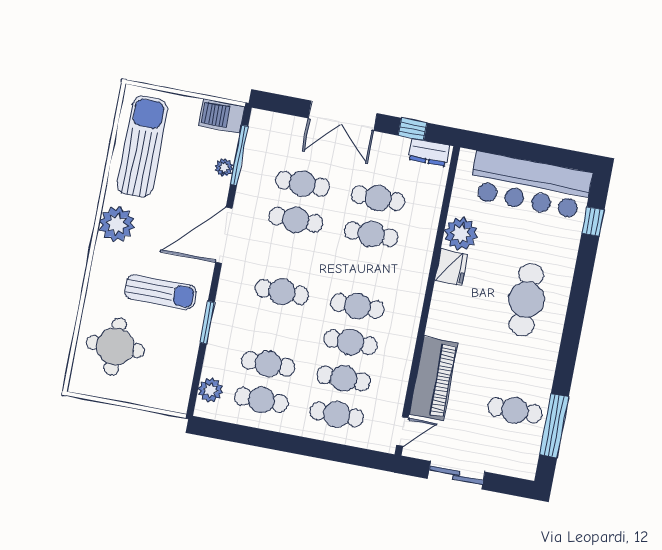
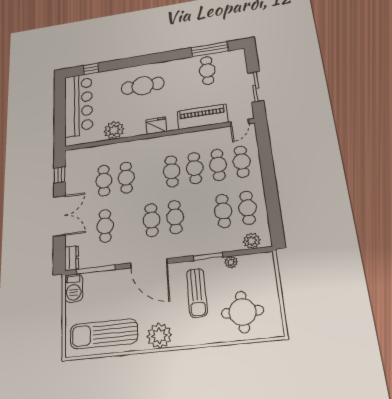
dresser: (429, 152) -> (72, 258), moved
plant: (224, 168) -> (231, 262), moved
cafe table: (296, 220) -> (152, 220), moved
fridge: (451, 267) -> (156, 126), moved
sun lounger: (160, 292) -> (197, 293), turned 180
door: (402, 431) -> (240, 123), swing flipped

